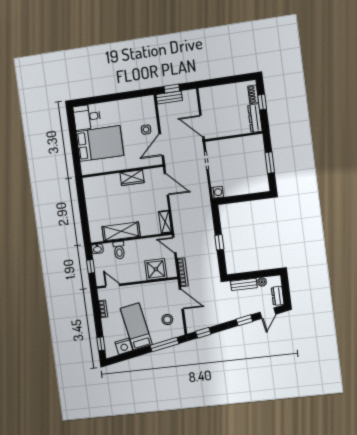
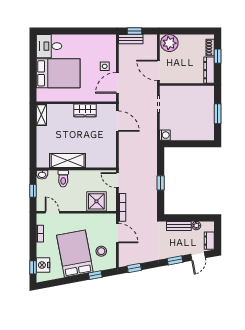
plant: (210, 96) -> (169, 43), added
shelving: (165, 222) -> (41, 115), moved
bed: (136, 326) -> (75, 254), width x1.50
window: (164, 345) -> (95, 275), width x0.46
nightstand: (124, 346) -> (43, 265), moved, turned 101

